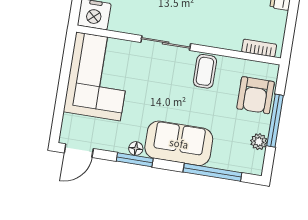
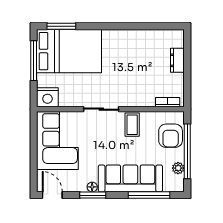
window: (275, 121) -> (187, 151), width x1.46
sofa: (179, 143) -> (130, 178), width x1.36
door: (79, 151) -> (52, 195), swing flipped

